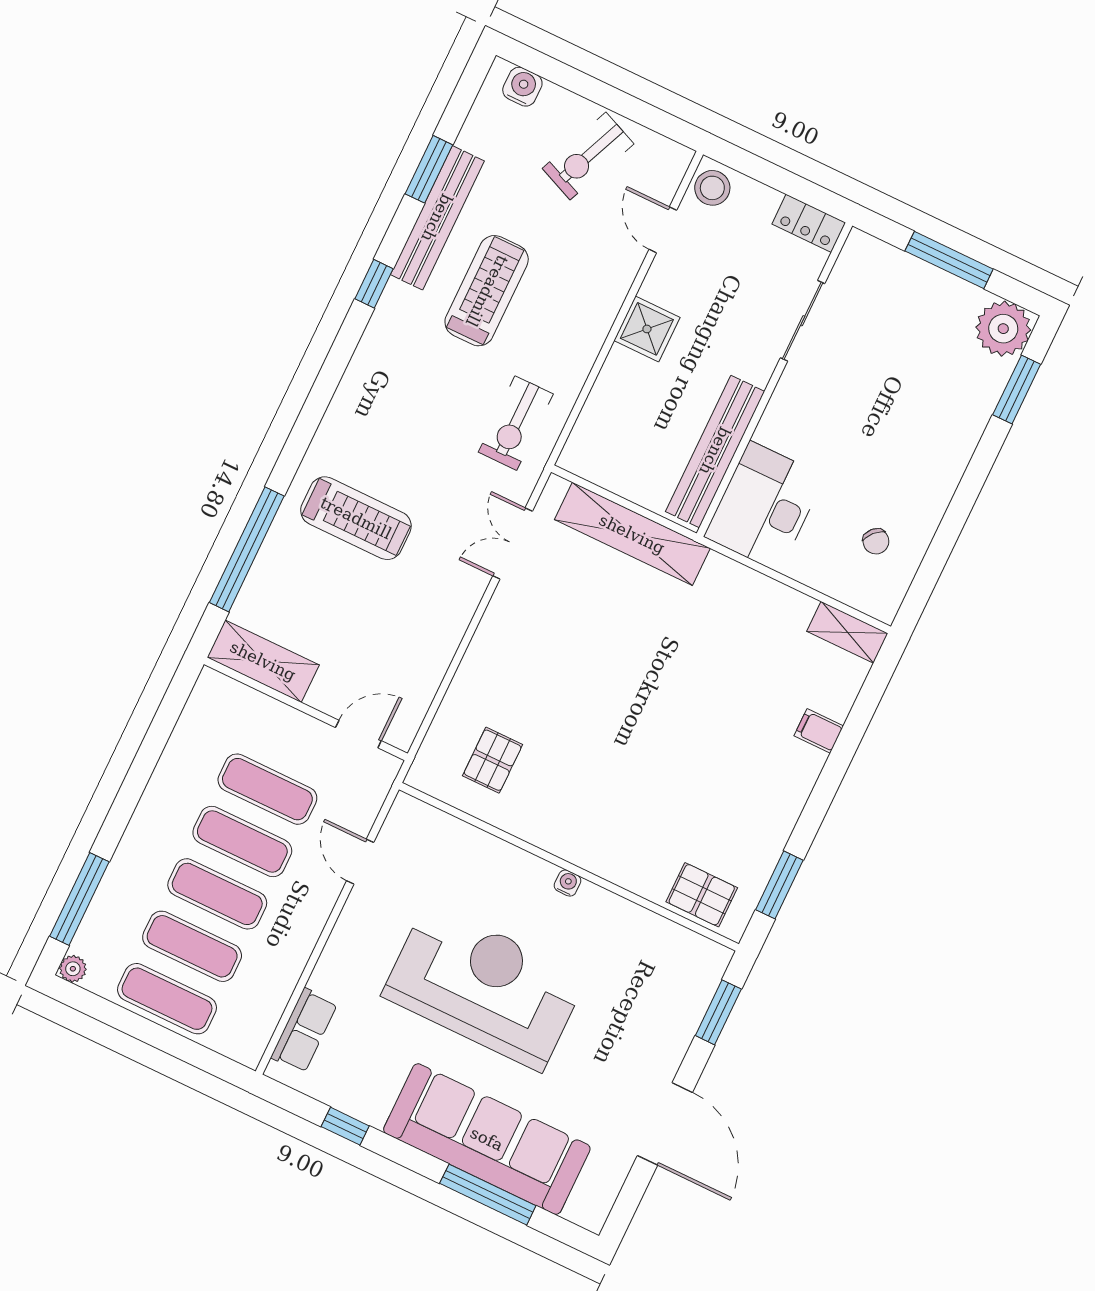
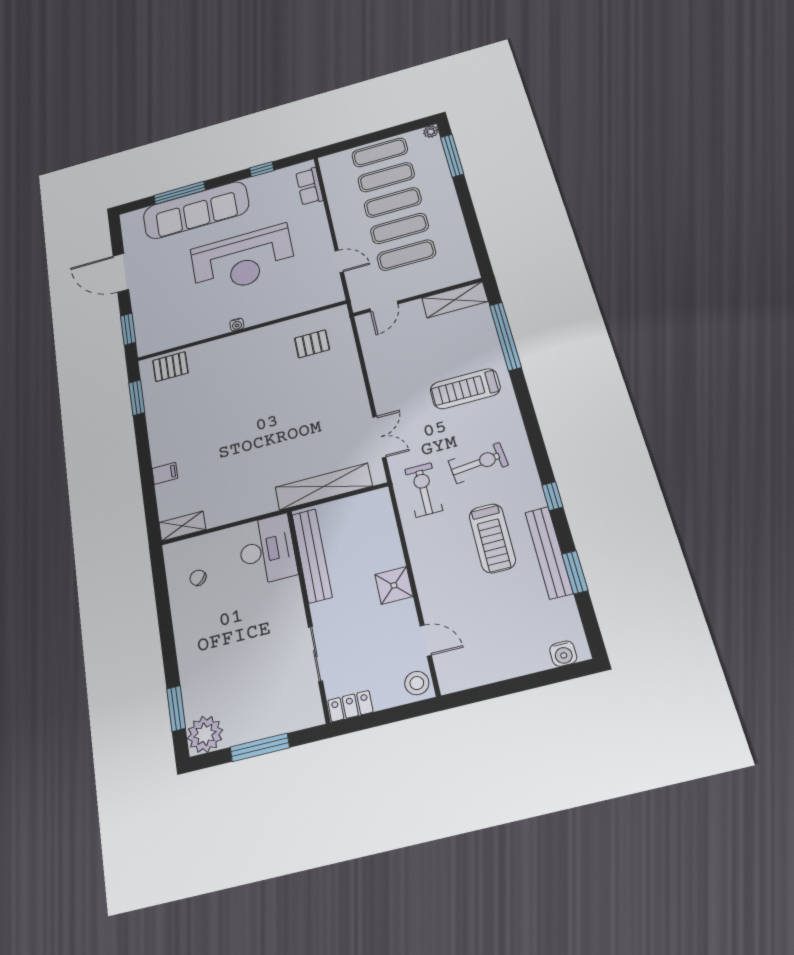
exercise bike: (588, 156) -> (478, 463), moved, turned 61
pallet: (493, 760) -> (312, 344), turned 90

